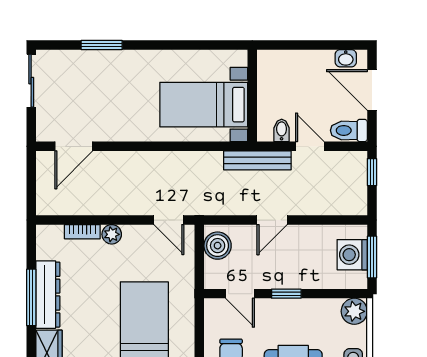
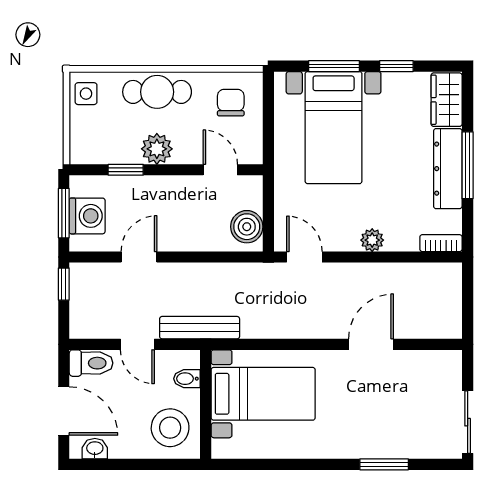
stool: (282, 76) -> (170, 428), added
bidet: (282, 130) -> (187, 379), moved, turned 90
door: (74, 146) -> (371, 344), moved
window: (372, 172) -> (64, 284), moved
door: (272, 220) -> (139, 257), moved
bookcase: (82, 232) -> (441, 243), moved
window: (286, 294) -> (126, 170), moved
plant: (354, 311) -> (157, 149), moved

